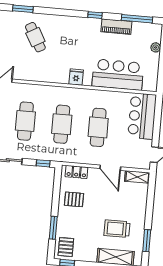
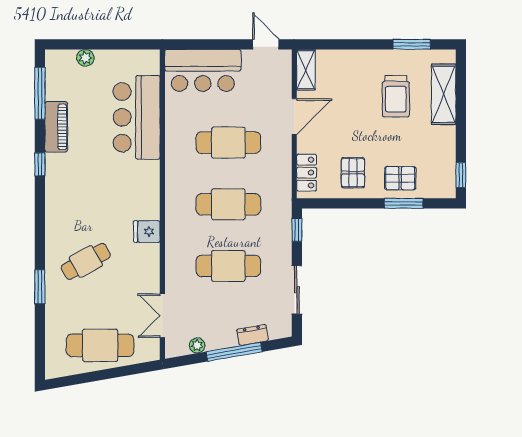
fridge: (76, 77) -> (147, 232), moved
pallet: (66, 247) -> (400, 178), moved

